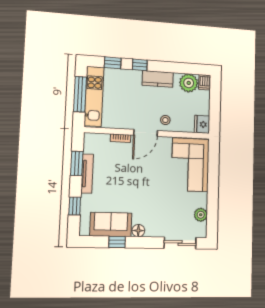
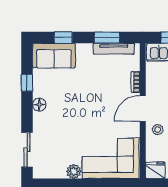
door: (146, 133) -> (143, 109), hinge flipped
tv unit: (87, 174) -> (114, 49), moved
plant: (201, 215) -> (74, 171), moved
sofa: (111, 224) -> (54, 56), moved, turned 90

